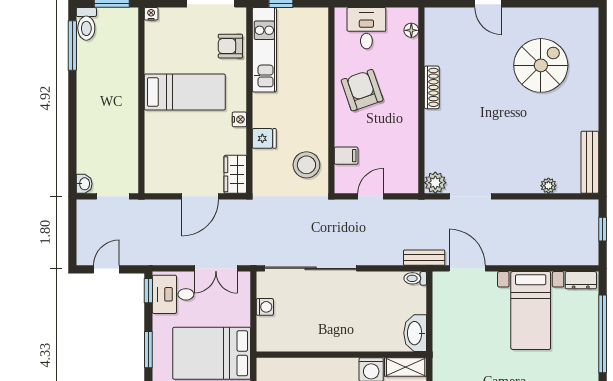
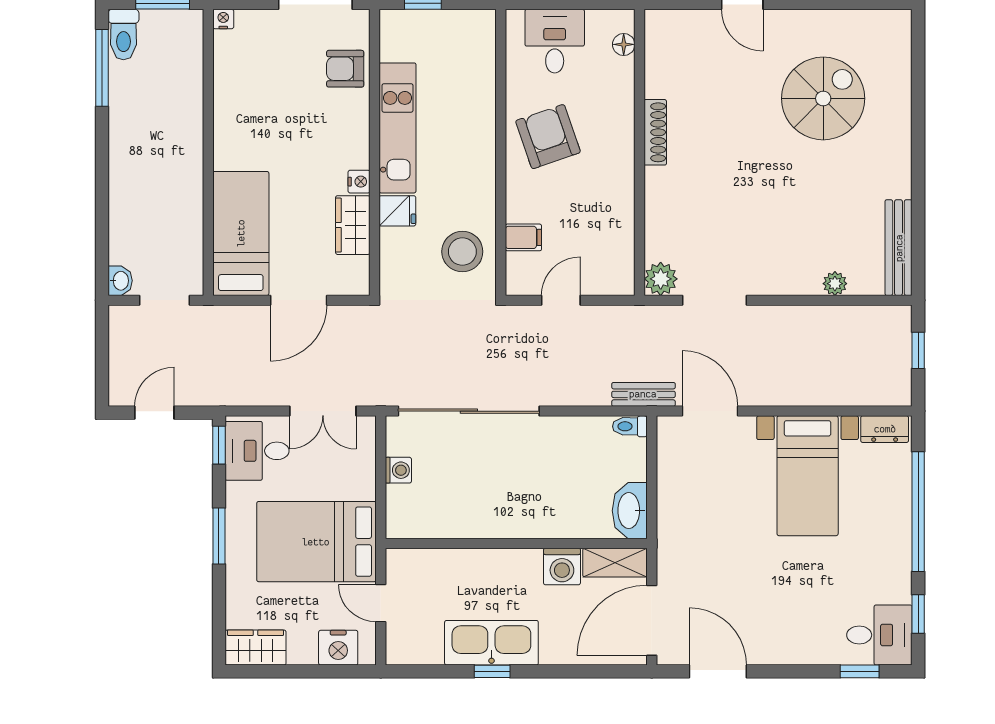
kitchen unit: (264, 50) -> (398, 128), moved
bed: (185, 92) -> (241, 233), moved, turned -90
wardrobe: (235, 174) -> (353, 225), moved

